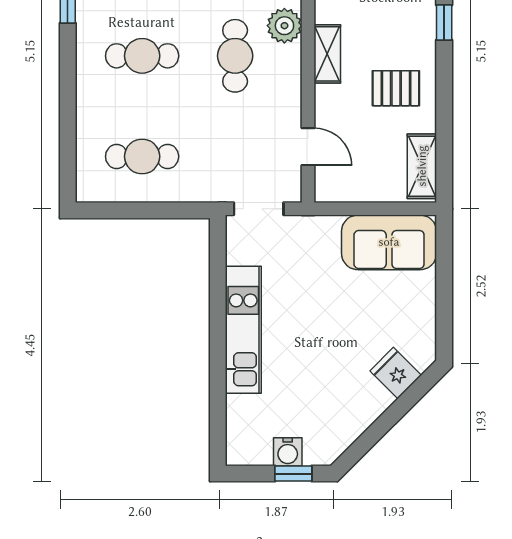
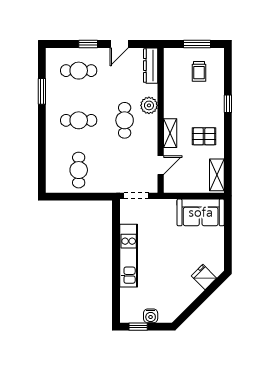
shelving: (327, 54) -> (170, 133), moved
door: (308, 147) -> (161, 165), hinge flipped
cafe table: (142, 156) -> (79, 170), turned 90
window: (293, 474) -> (138, 327), moved

